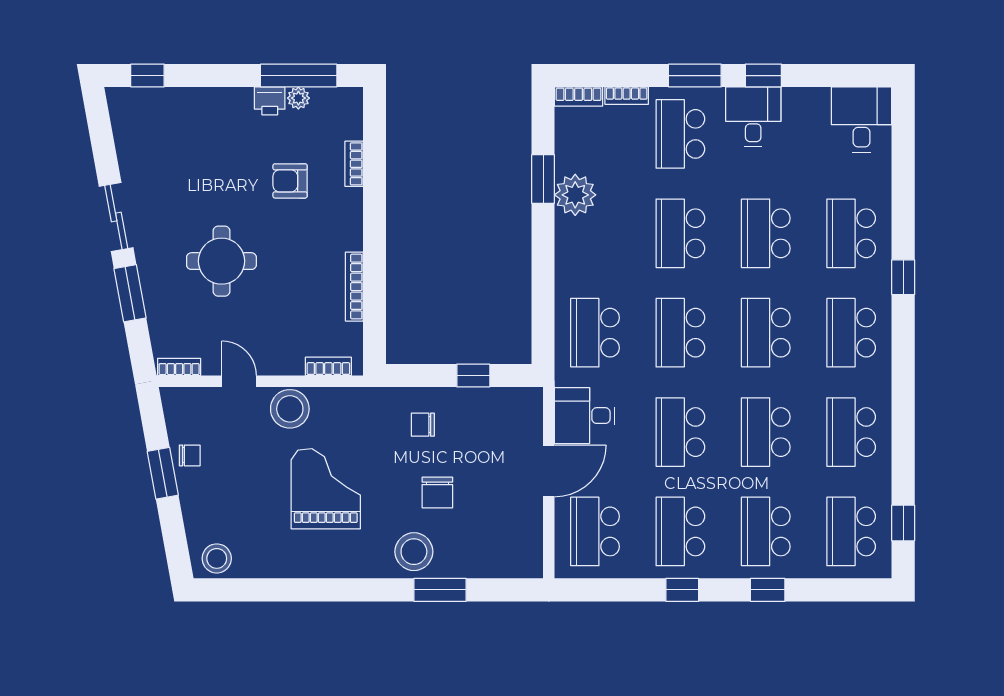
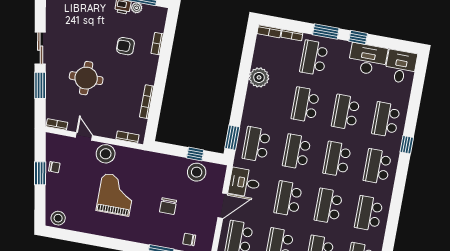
desk: (753, 117) -> (368, 59), moved, width x1.37
window: (543, 179) -> (232, 138), moved
chair: (423, 425) -> (189, 240), moved
stool: (414, 552) -> (197, 172), moved

